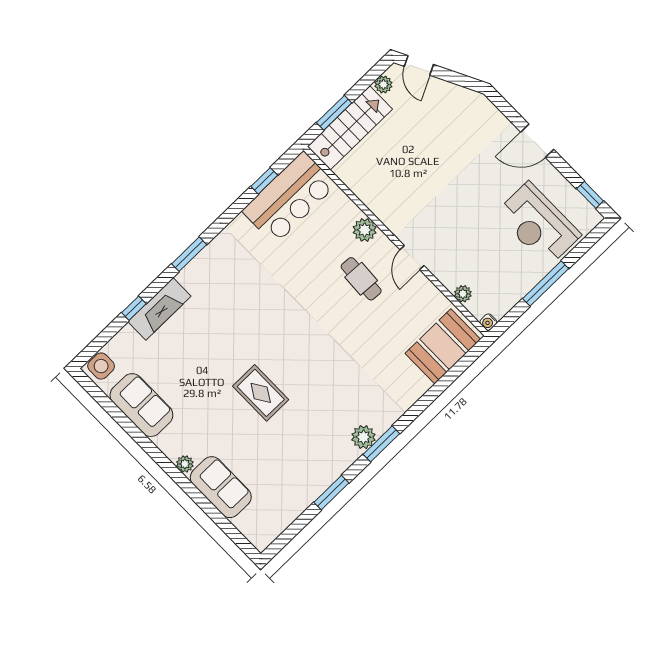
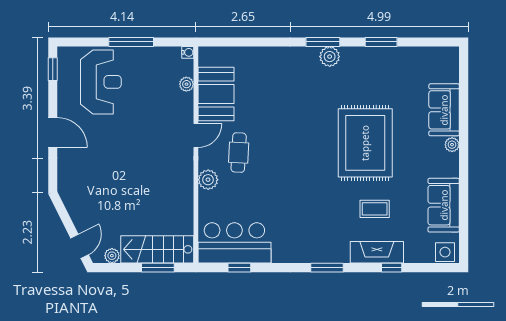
coffee table: (198, 344) -> (375, 209), added
booth: (443, 346) -> (216, 94), moved, turned 90
rug: (261, 393) -> (365, 143), width x1.86, depth x2.06

